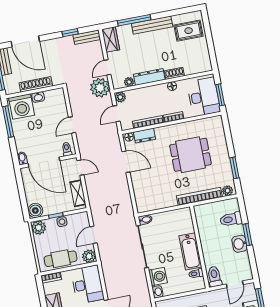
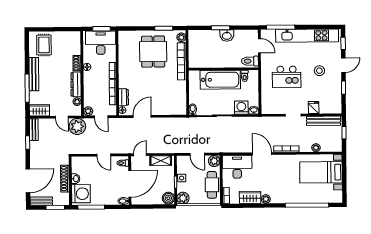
dining table: (190, 155) -> (153, 52), moved
toilet: (231, 219) -> (205, 39), removed
bathtub: (190, 251) -> (220, 80), width x1.36, depth x1.36

